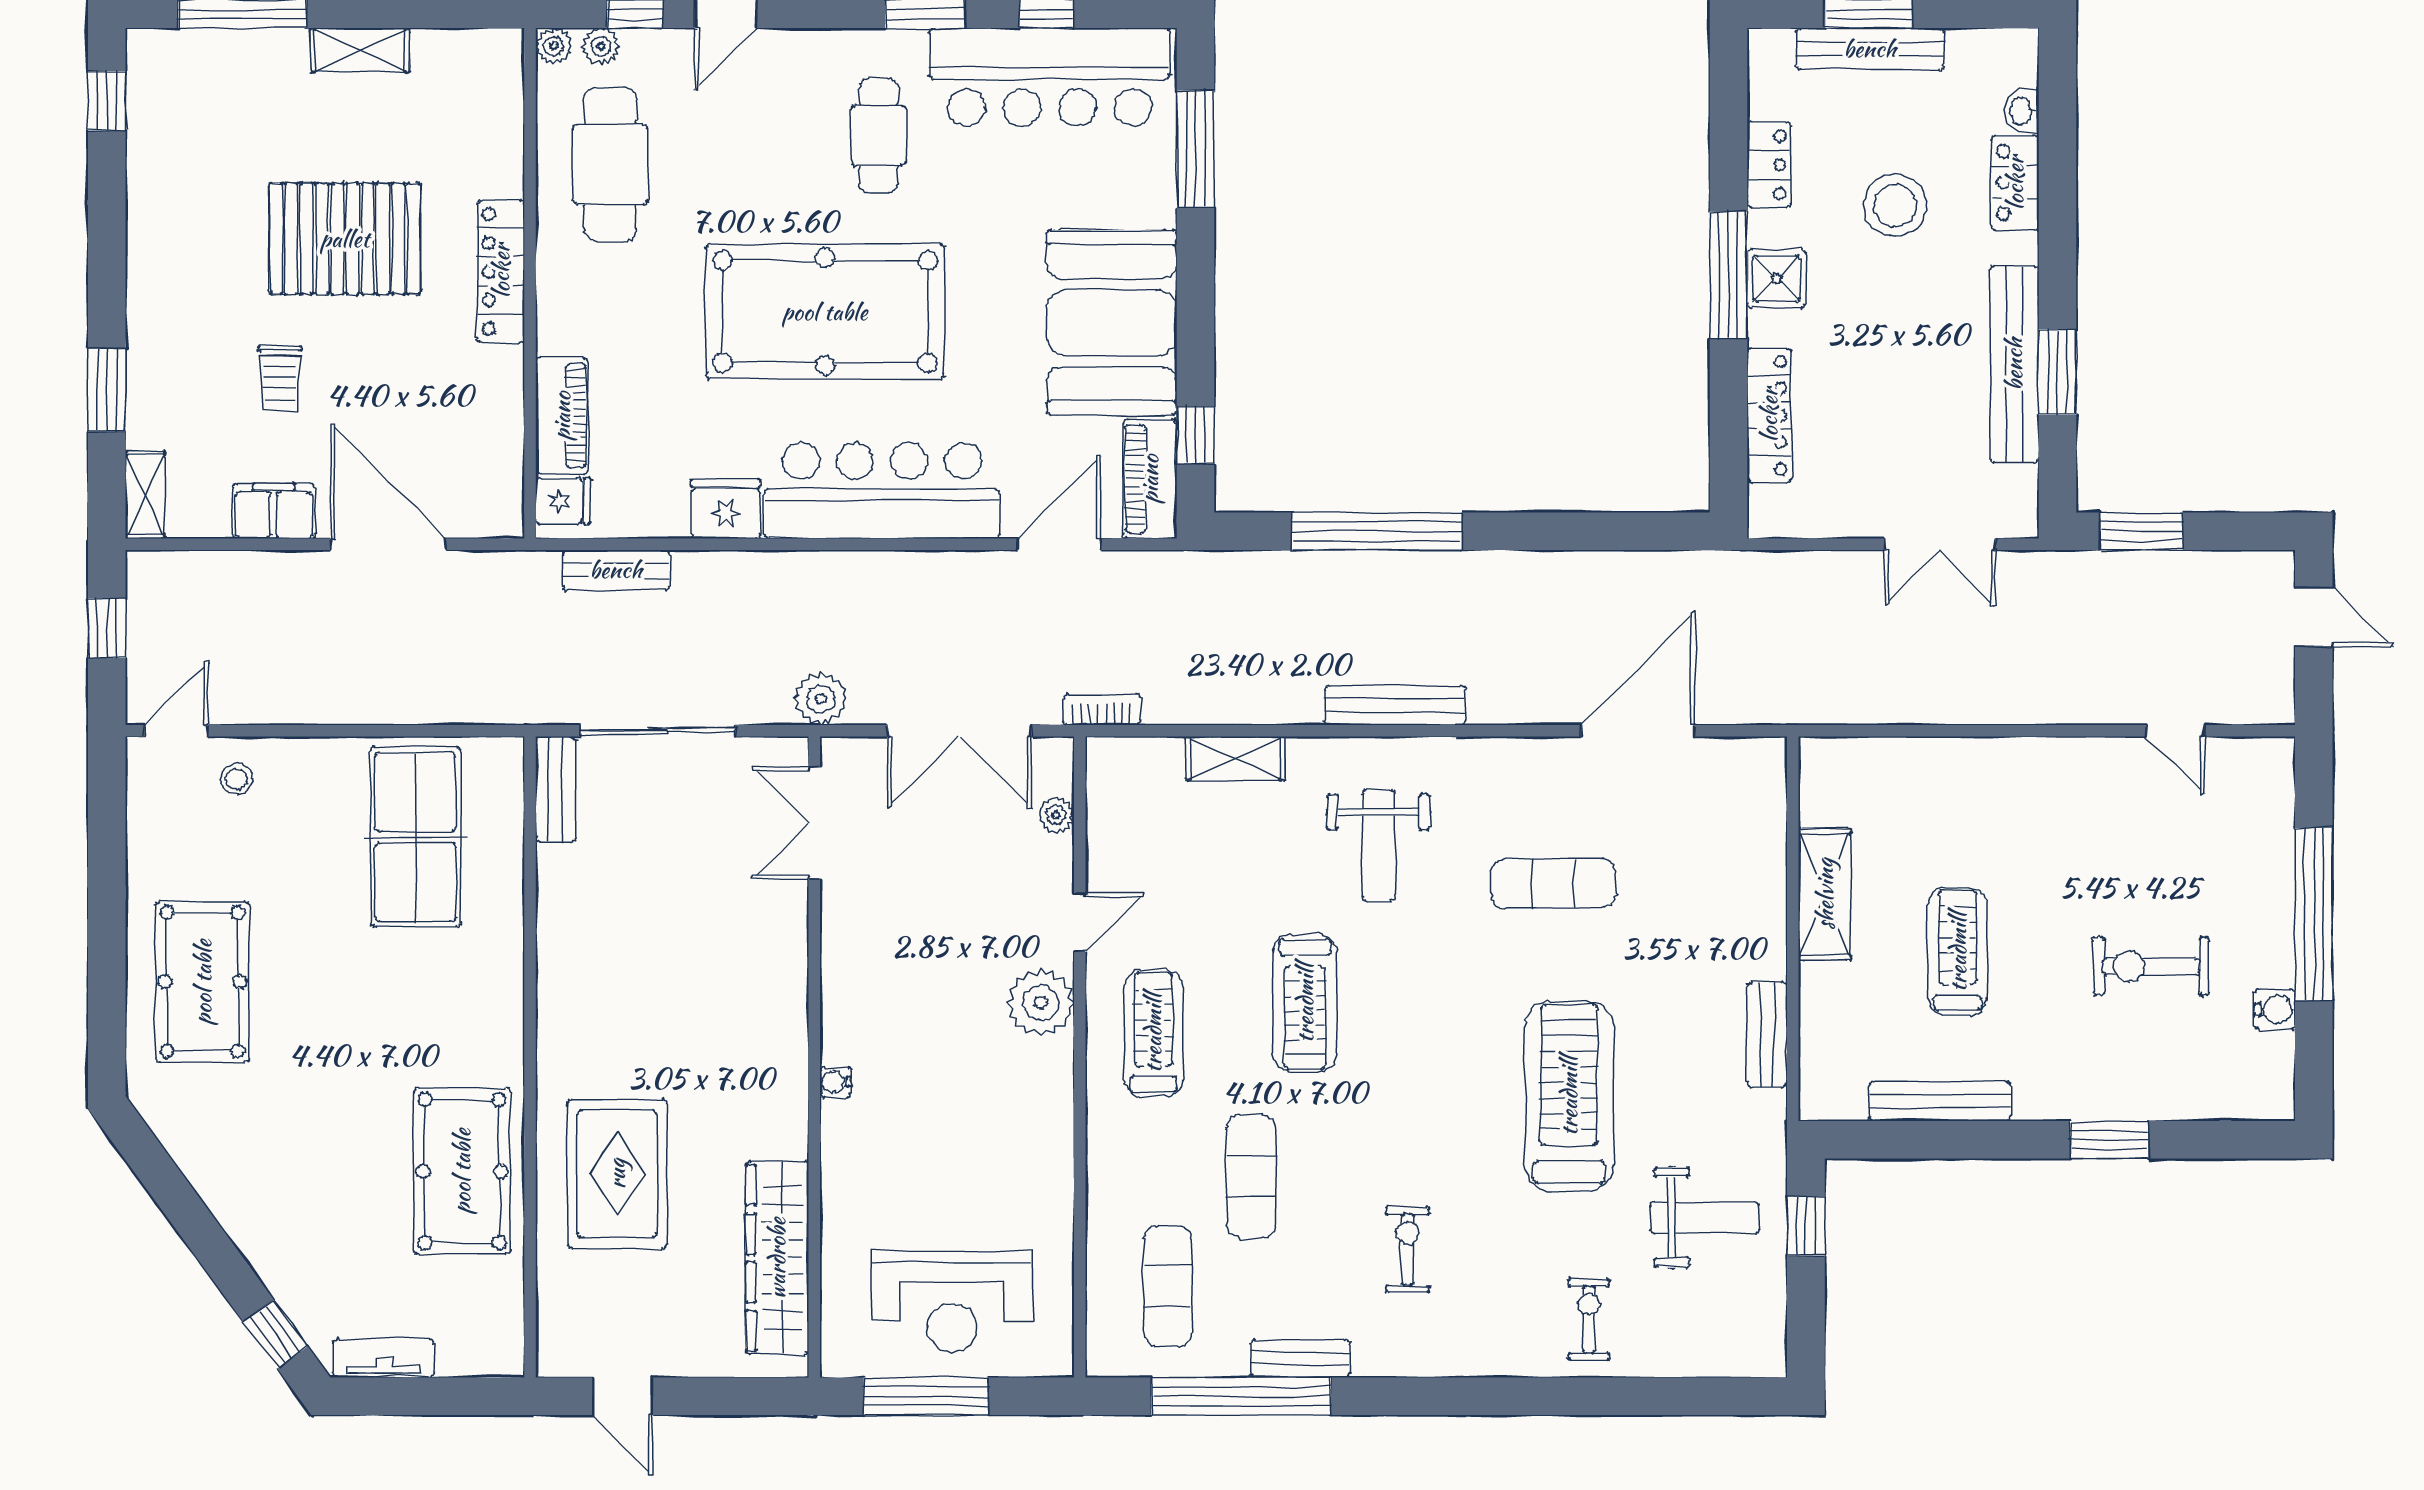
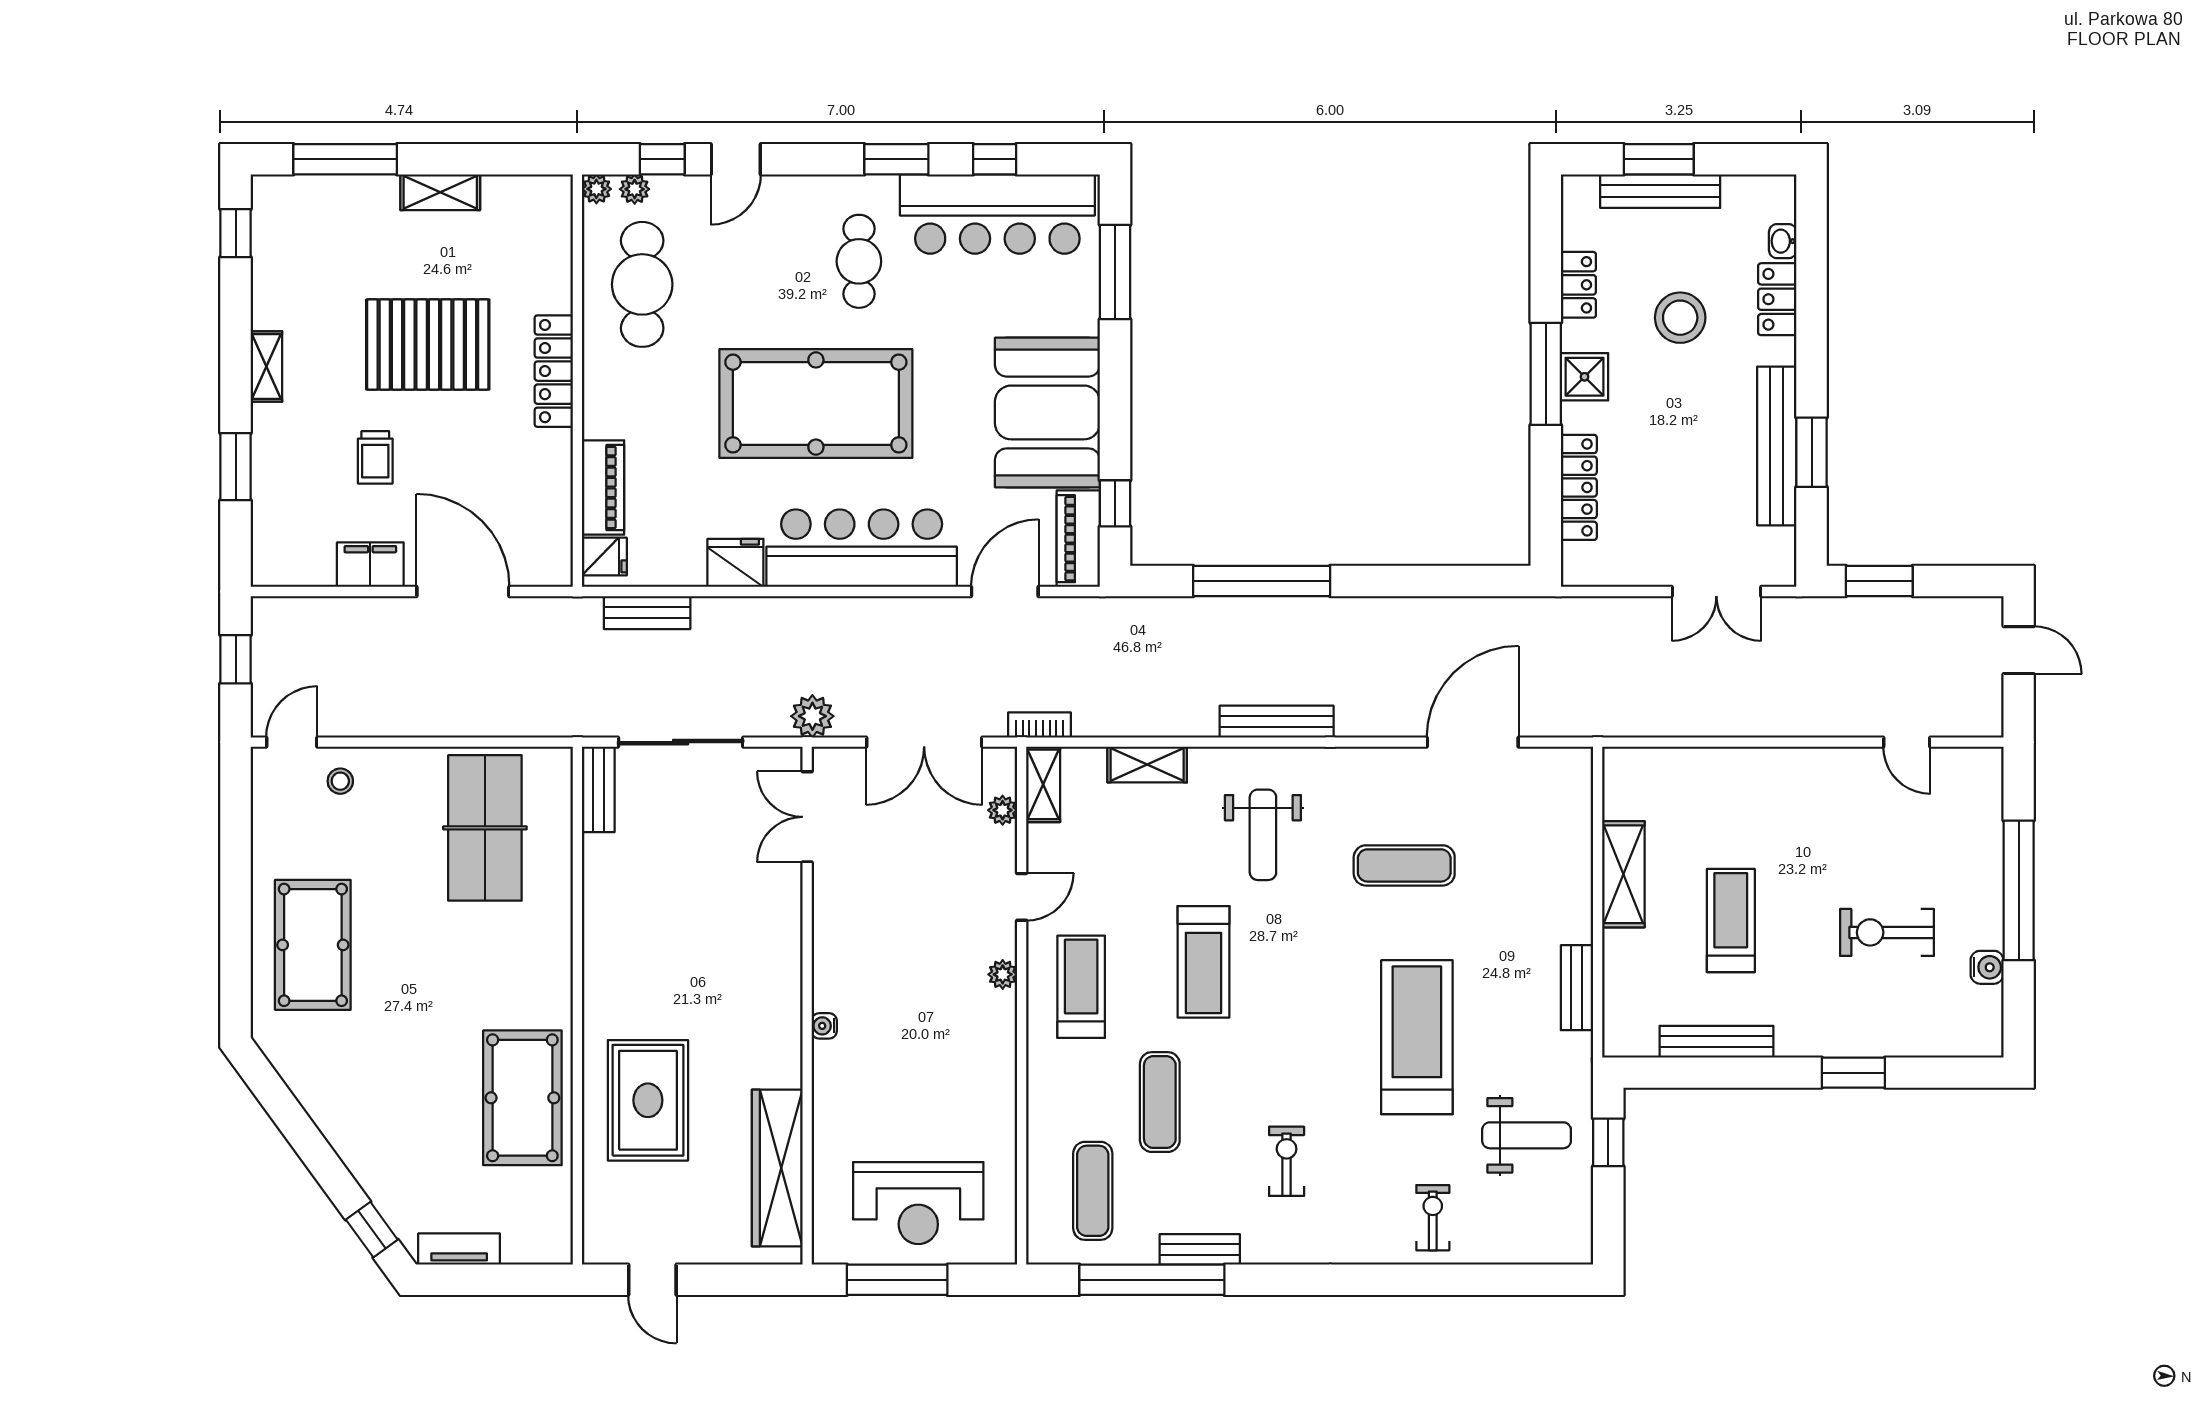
shelving: (145, 495) -> (266, 367), moved
shelving: (1106, 783) -> (1043, 784), added
plant: (1041, 1003) -> (1003, 974), width x0.53, depth x0.53

